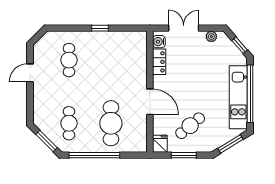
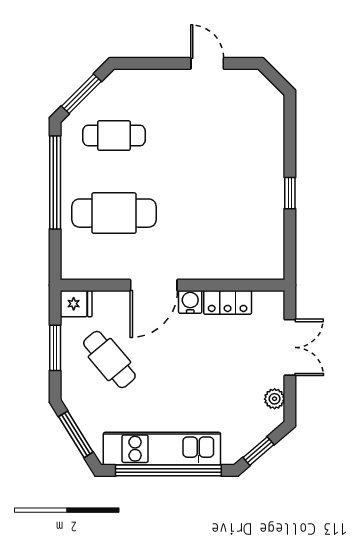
water cooler: (159, 42) -> (190, 302), moved
cafe table: (69, 60) -> (231, 135), removed

